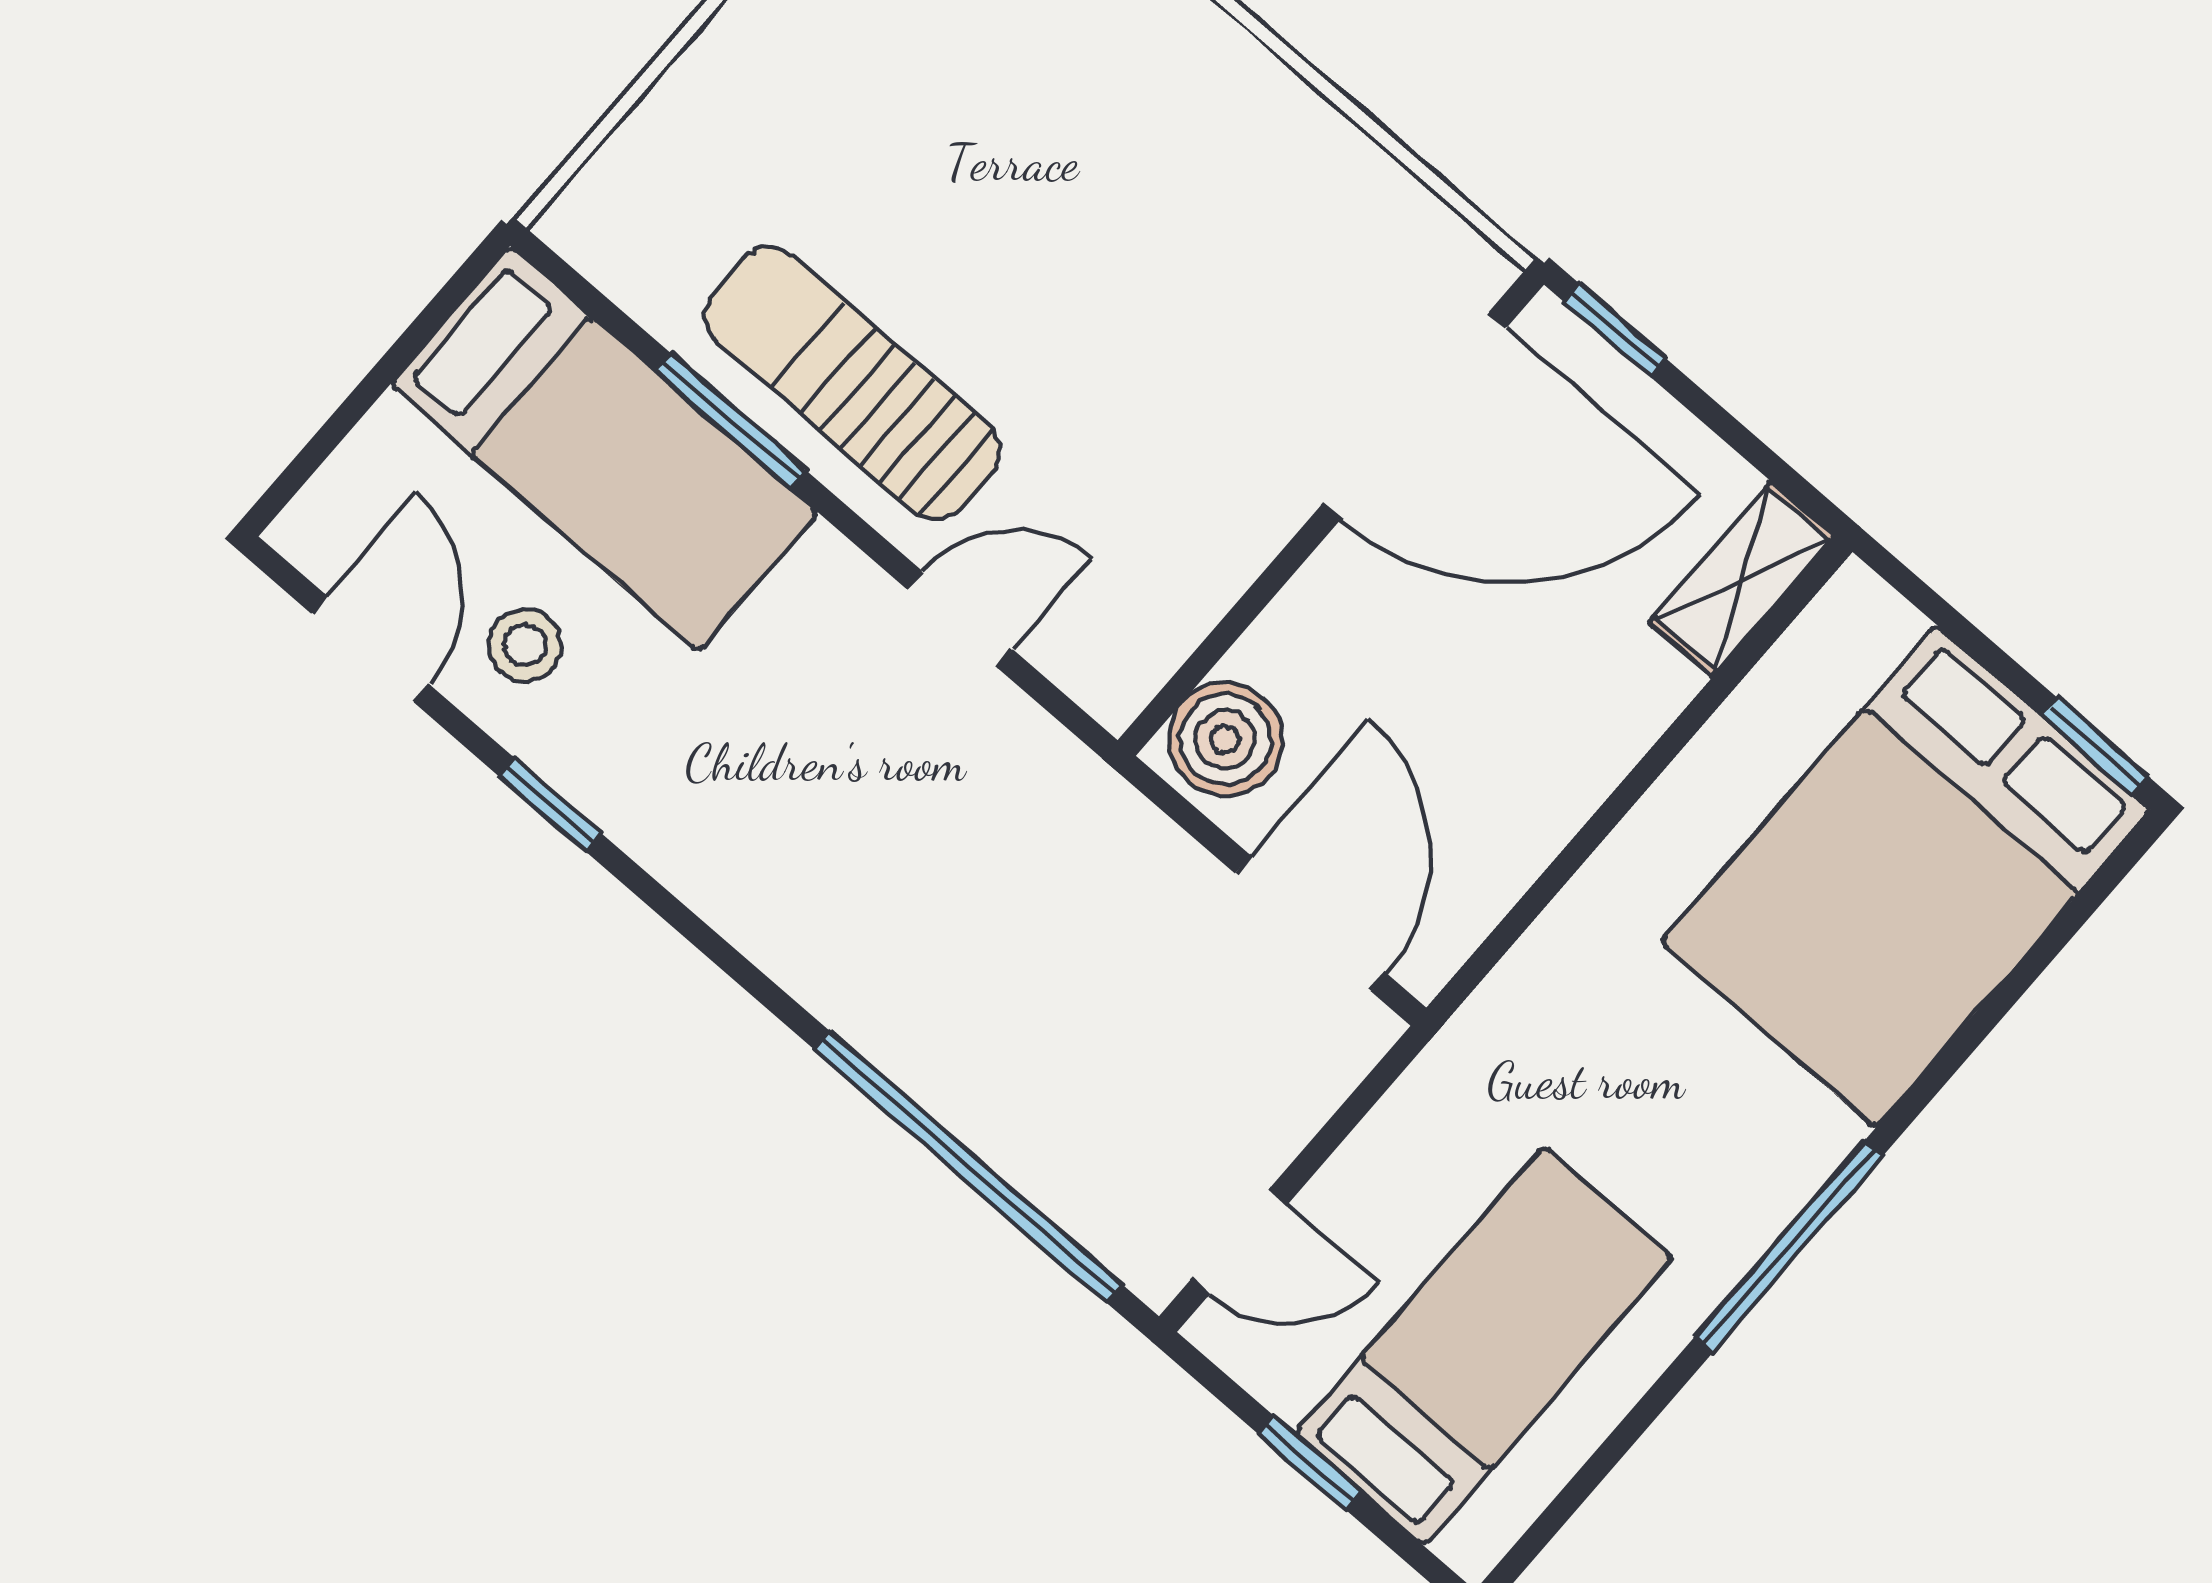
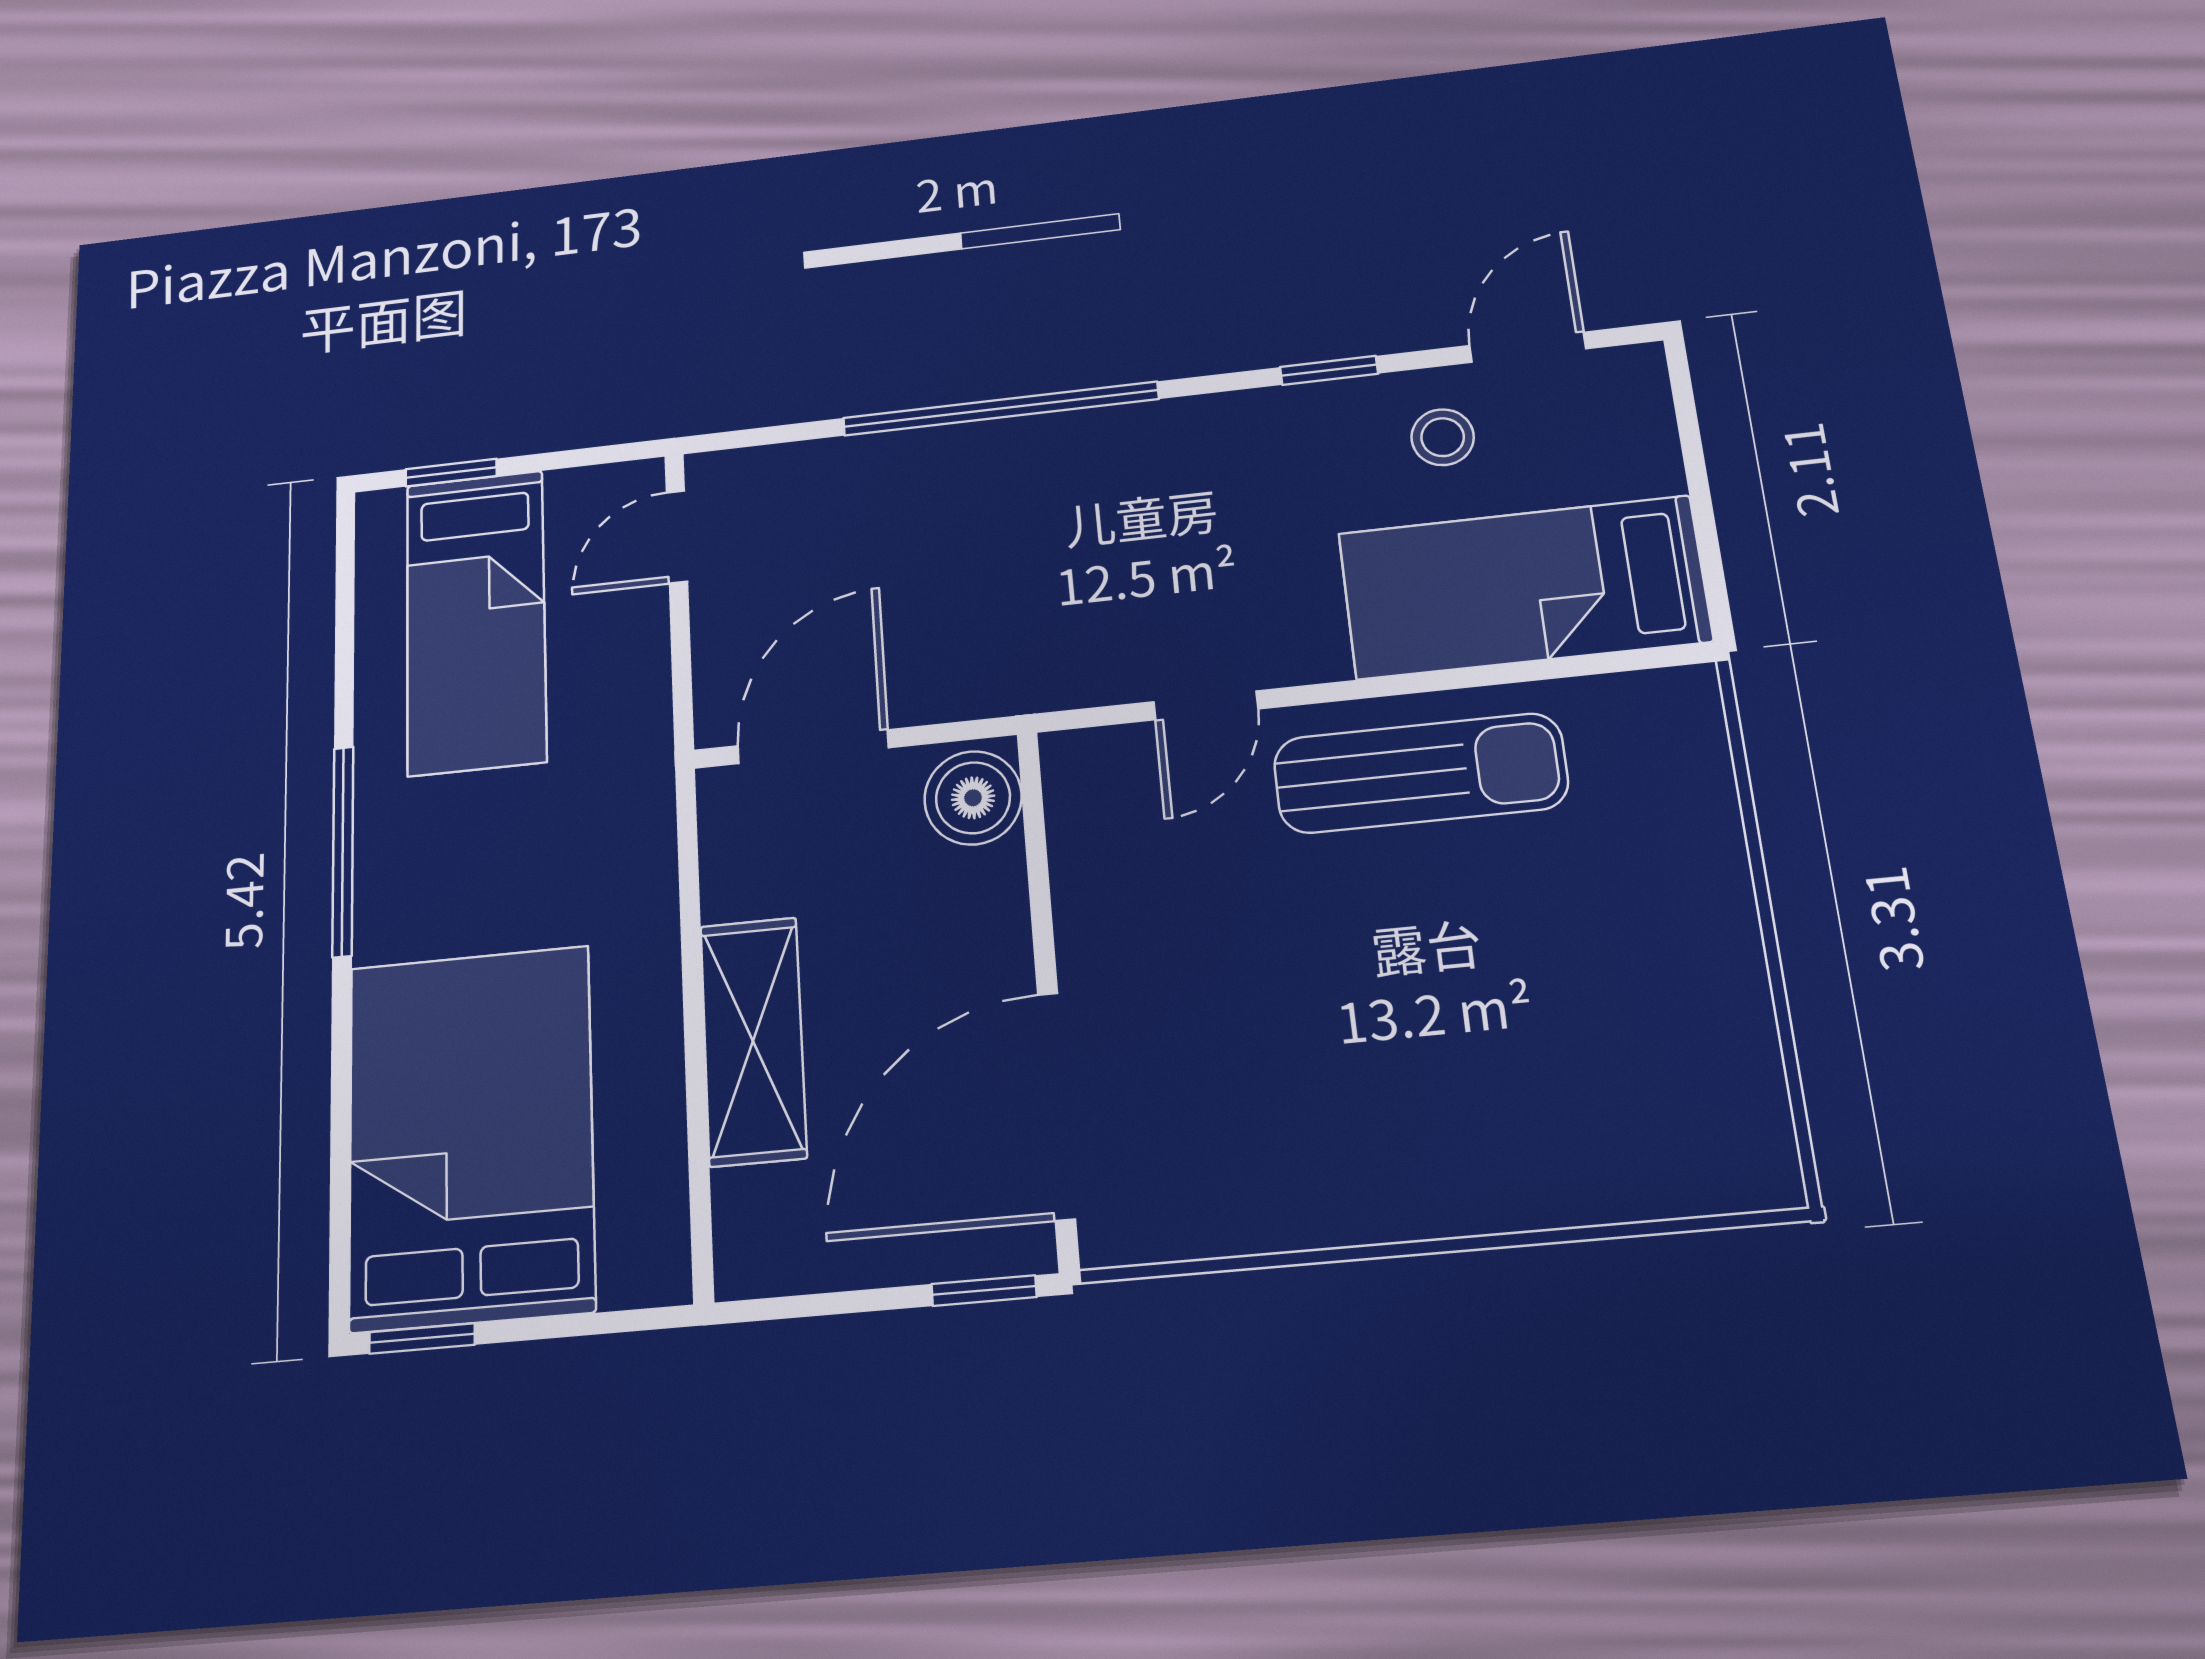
window: (731, 421) -> (1468, 678), removed
shelving: (1742, 579) -> (753, 1041), moved, width x1.50, depth x1.33
door: (370, 649) -> (1528, 347), swing flipped
door: (1311, 923) -> (813, 747), swing flipped
window: (968, 1167) -> (1000, 409), moved
window: (1310, 1463) -> (451, 473), moved

